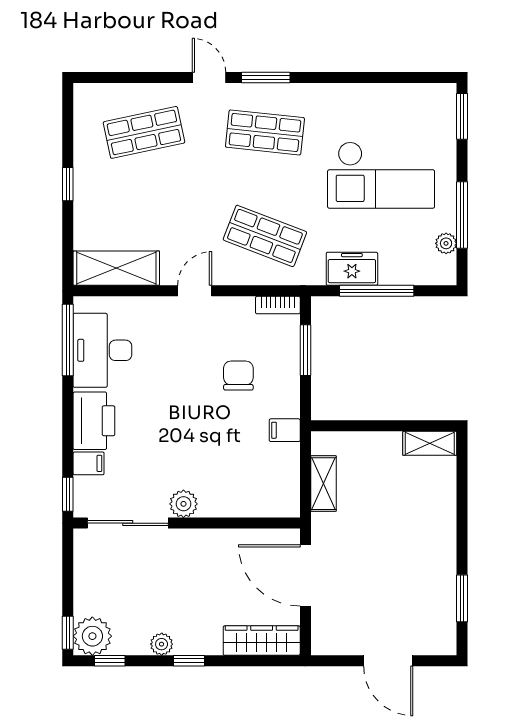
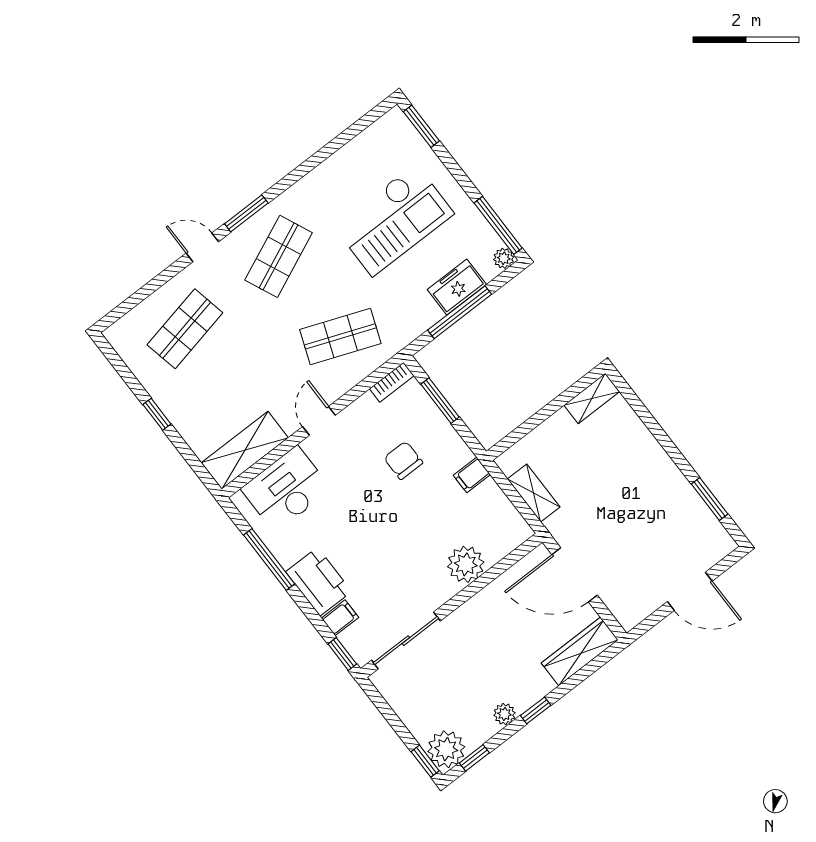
shop shelf: (265, 132) -> (279, 256), turned -30
window: (462, 215) -> (498, 225), moved
plant: (446, 243) -> (504, 258), moved
freezer: (352, 269) -> (457, 287), moved
window: (68, 340) -> (269, 559), moved
desk: (102, 350) -> (286, 489), moved, turned 90
plant: (183, 504) -> (466, 564), moved, width x1.36, depth x1.36

